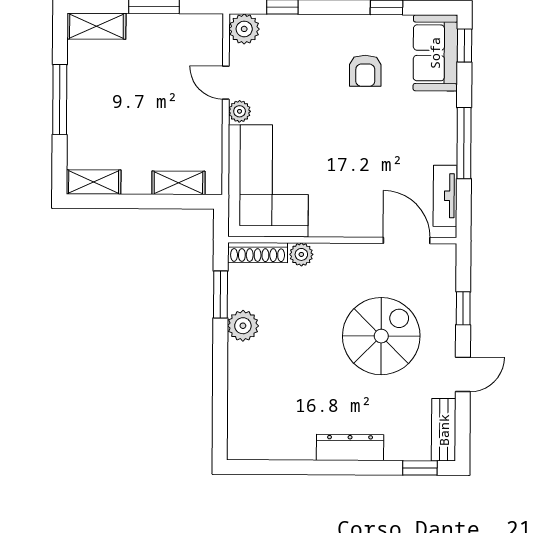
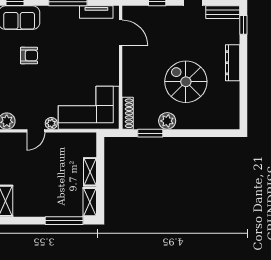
window: (60, 100) -> (64, 221), moved
shelving: (178, 183) -> (90, 172), moved
door: (407, 240) -> (121, 33), swing flipped
plant: (301, 254) -> (128, 90), removed
spiral stairs: (381, 336) -> (186, 82), moved

